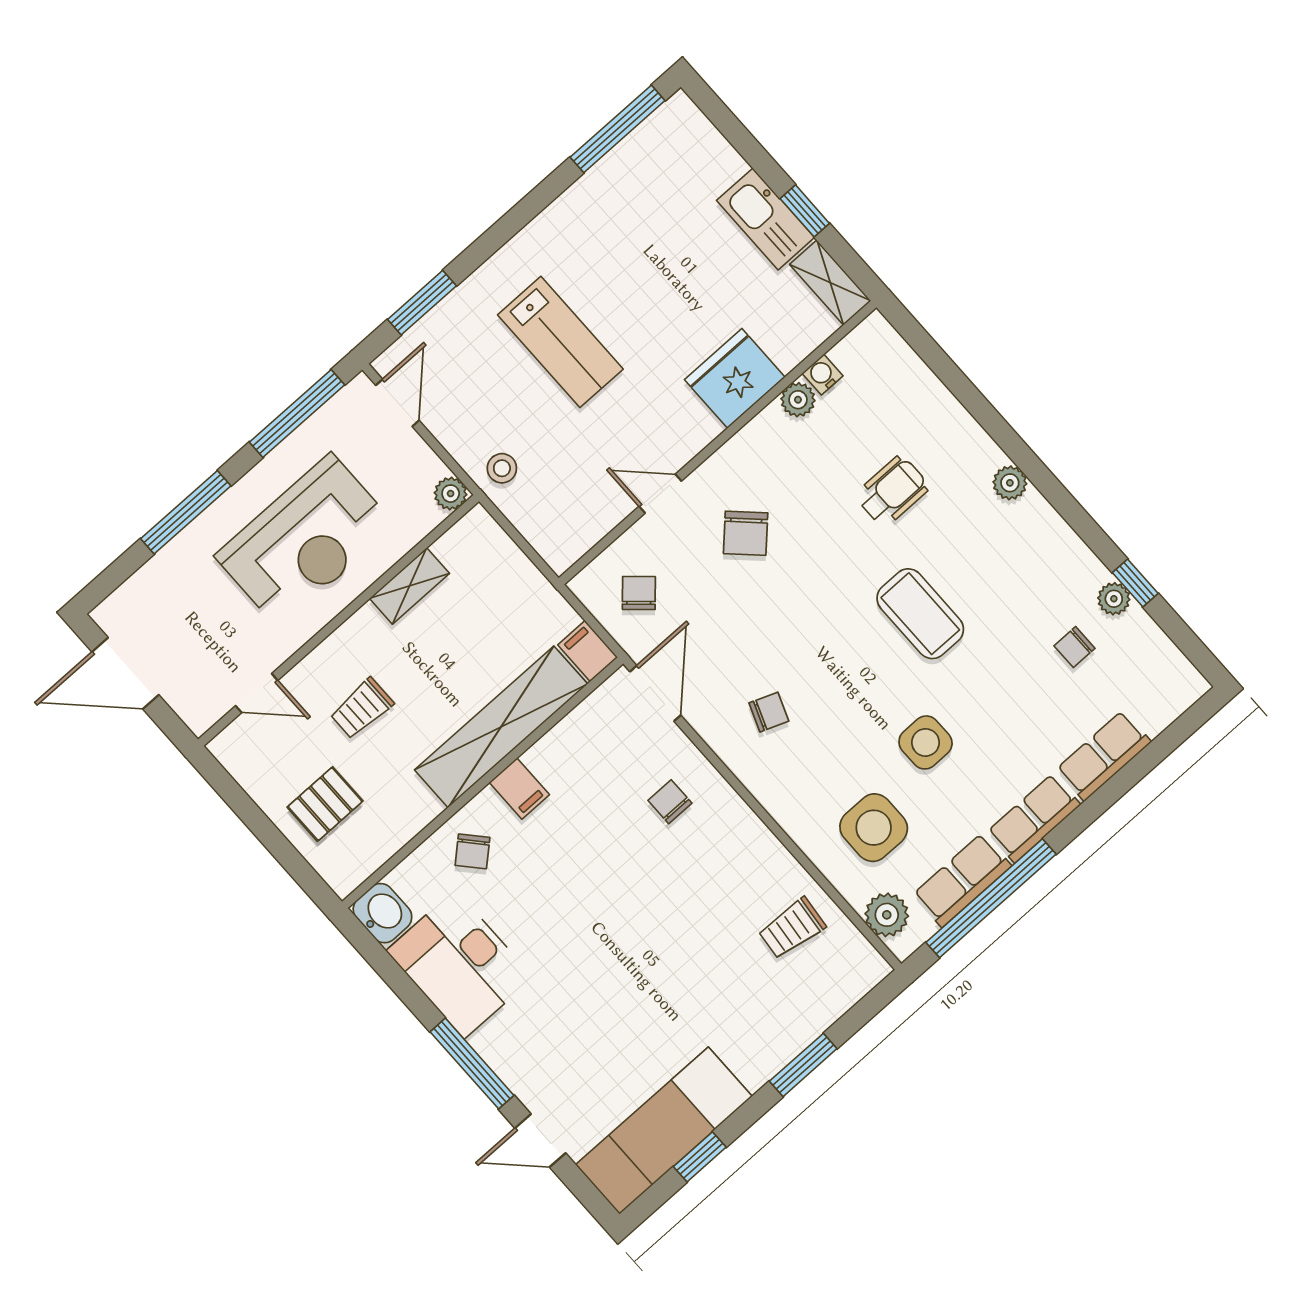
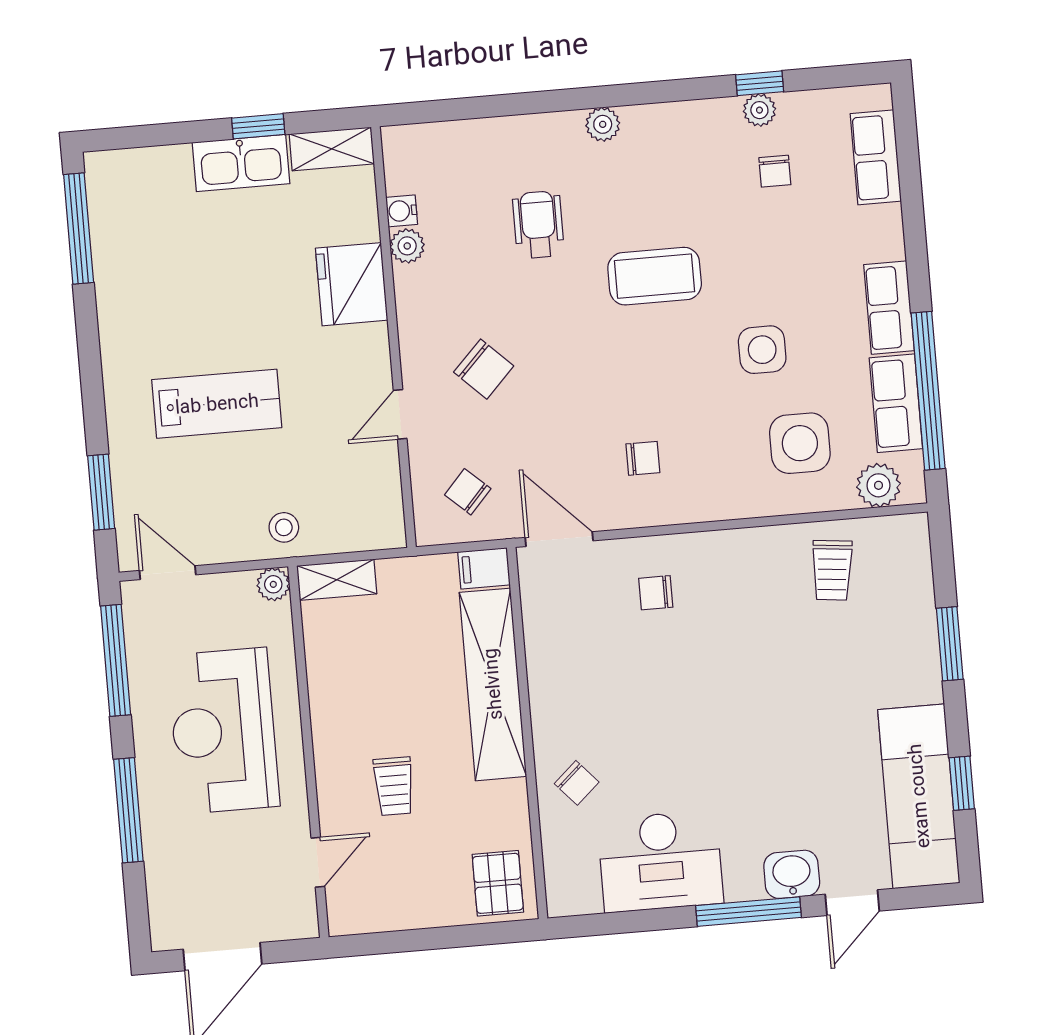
reception desk: (305, 541) -> (223, 731), turned 180
shelving: (410, 586) -> (337, 580), moved, turned 90
chair: (769, 712) -> (643, 458), turned 69
row of seats: (1104, 756) -> (876, 157), moved
filing cabinet: (519, 789) -> (554, 707), removed
pallet: (325, 804) -> (498, 883), moved
washbasin: (382, 913) -> (792, 874), moved

